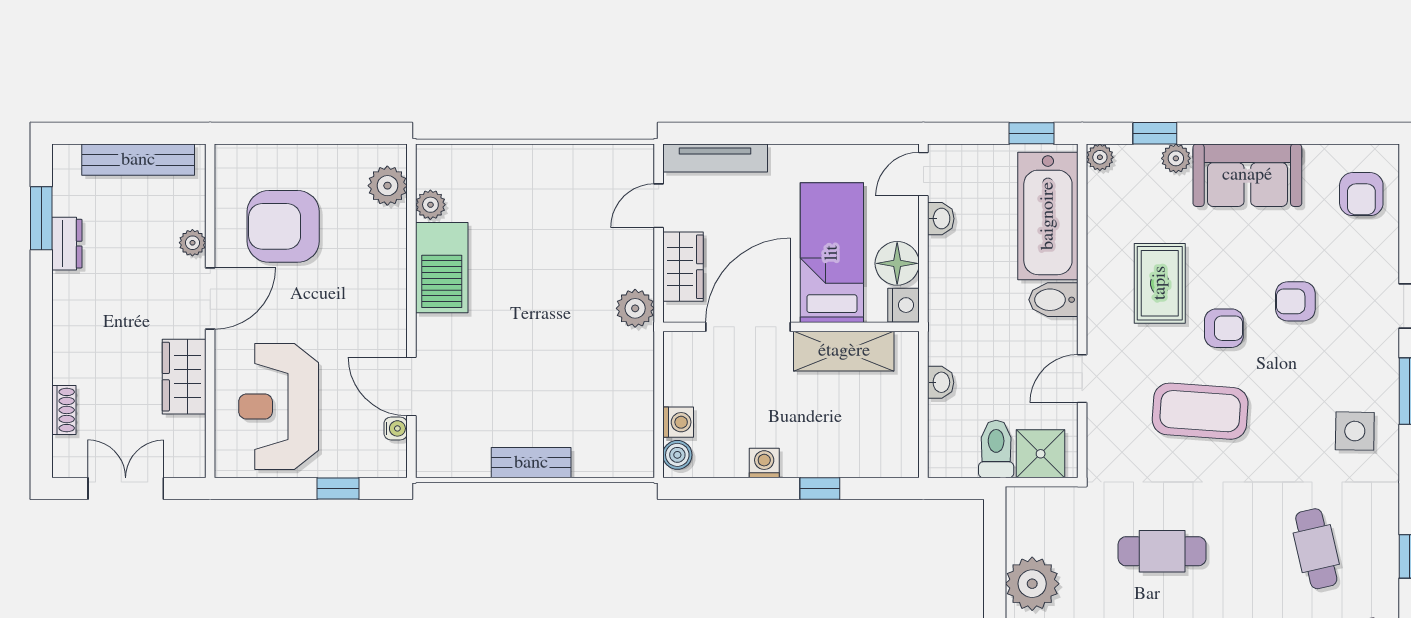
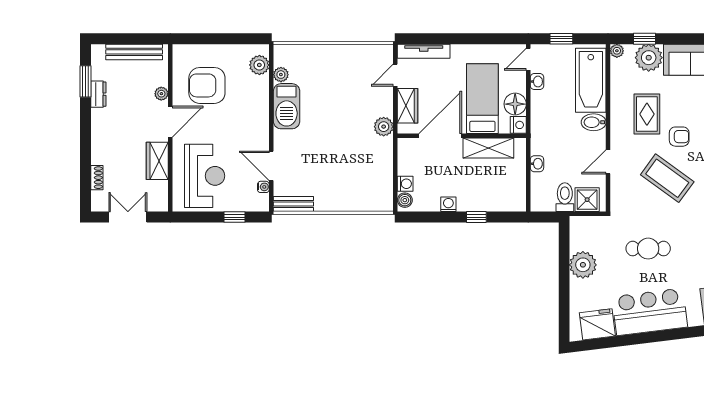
window: (1031, 133) -> (561, 39), moved
plant: (1176, 158) -> (649, 58), width x1.88, depth x1.88
reception desk: (279, 407) -> (205, 176), turned 180
coffee table: (1200, 411) -> (667, 178), turned 32
bench: (531, 463) -> (293, 204), moved

